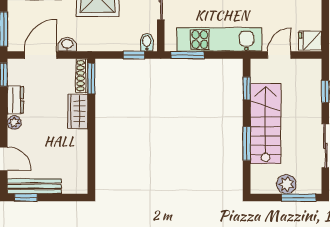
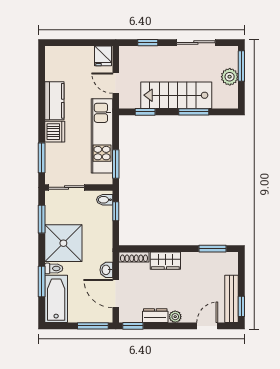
window: (91, 79) -> (212, 249), moved

